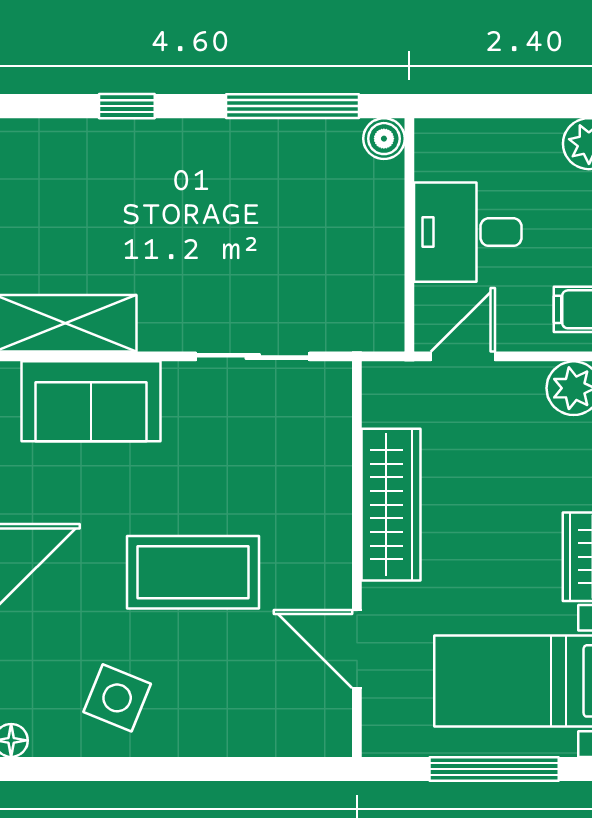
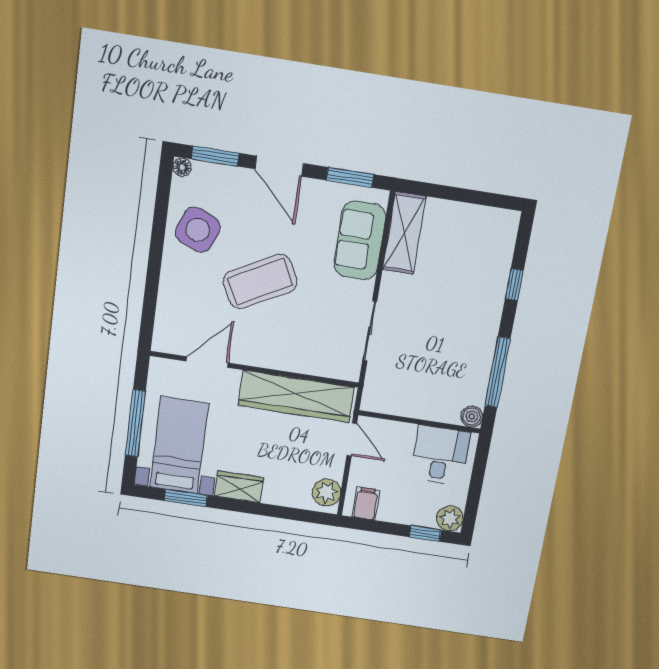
desk: (468, 232) -> (440, 455), moved
wardrobe: (391, 505) -> (296, 396), width x1.40, depth x1.17
coffee table: (193, 572) -> (260, 282), turned 62
side table: (117, 698) -> (198, 230), width x1.37, depth x1.37

